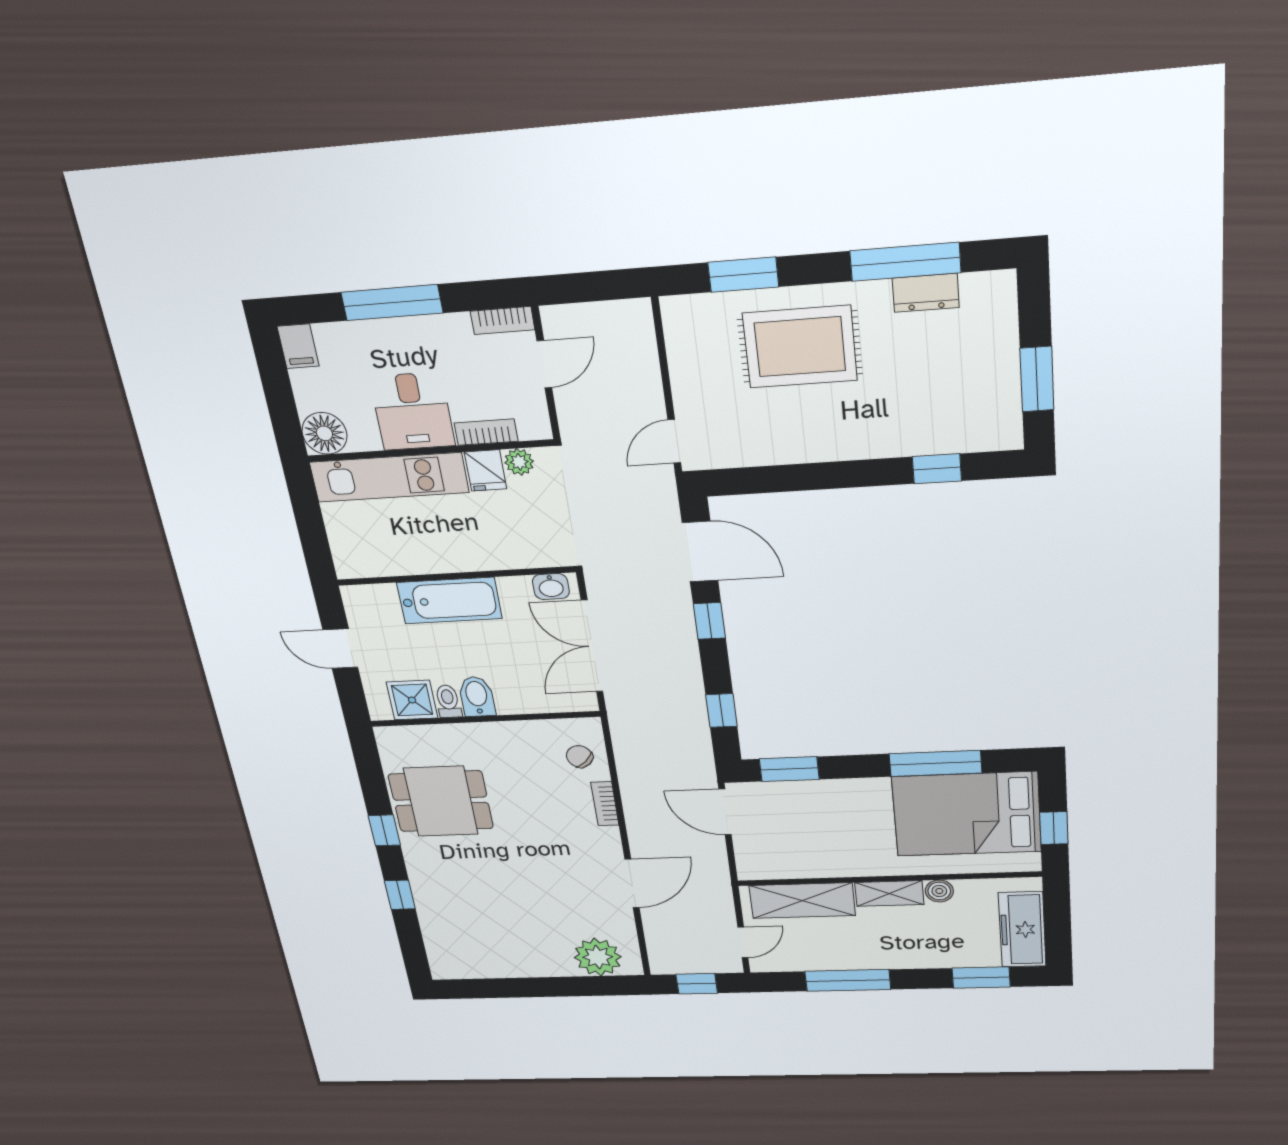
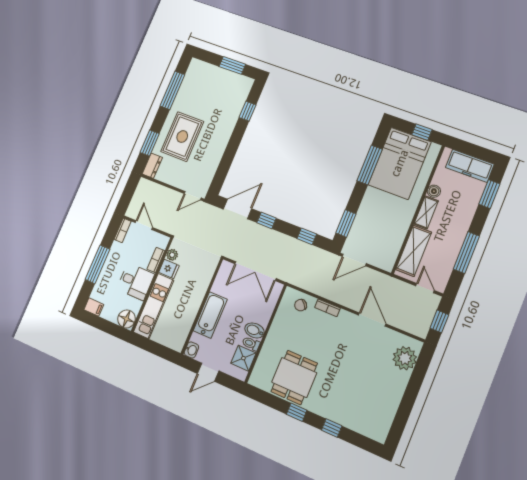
dresser: (926, 293) -> (152, 166), moved
door: (674, 441) -> (193, 196), hinge flipped
washbasin: (551, 587) -> (191, 350), moved

